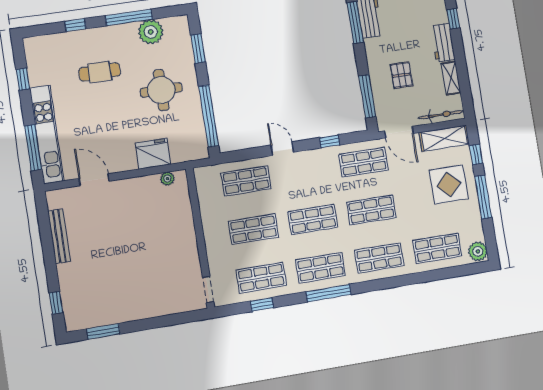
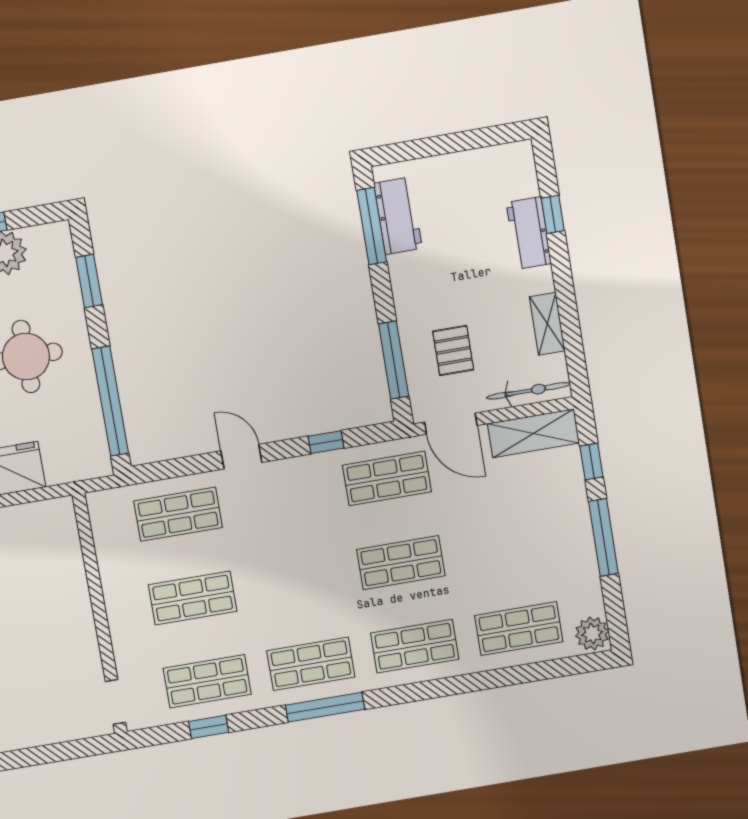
workbench: (443, 43) -> (529, 233), moved
pallet: (402, 75) -> (453, 350), moved
plant: (167, 179) -> (41, 512), removed
display table: (449, 184) -> (541, 516), removed
shop shelf: (313, 220) -> (297, 580), removed

